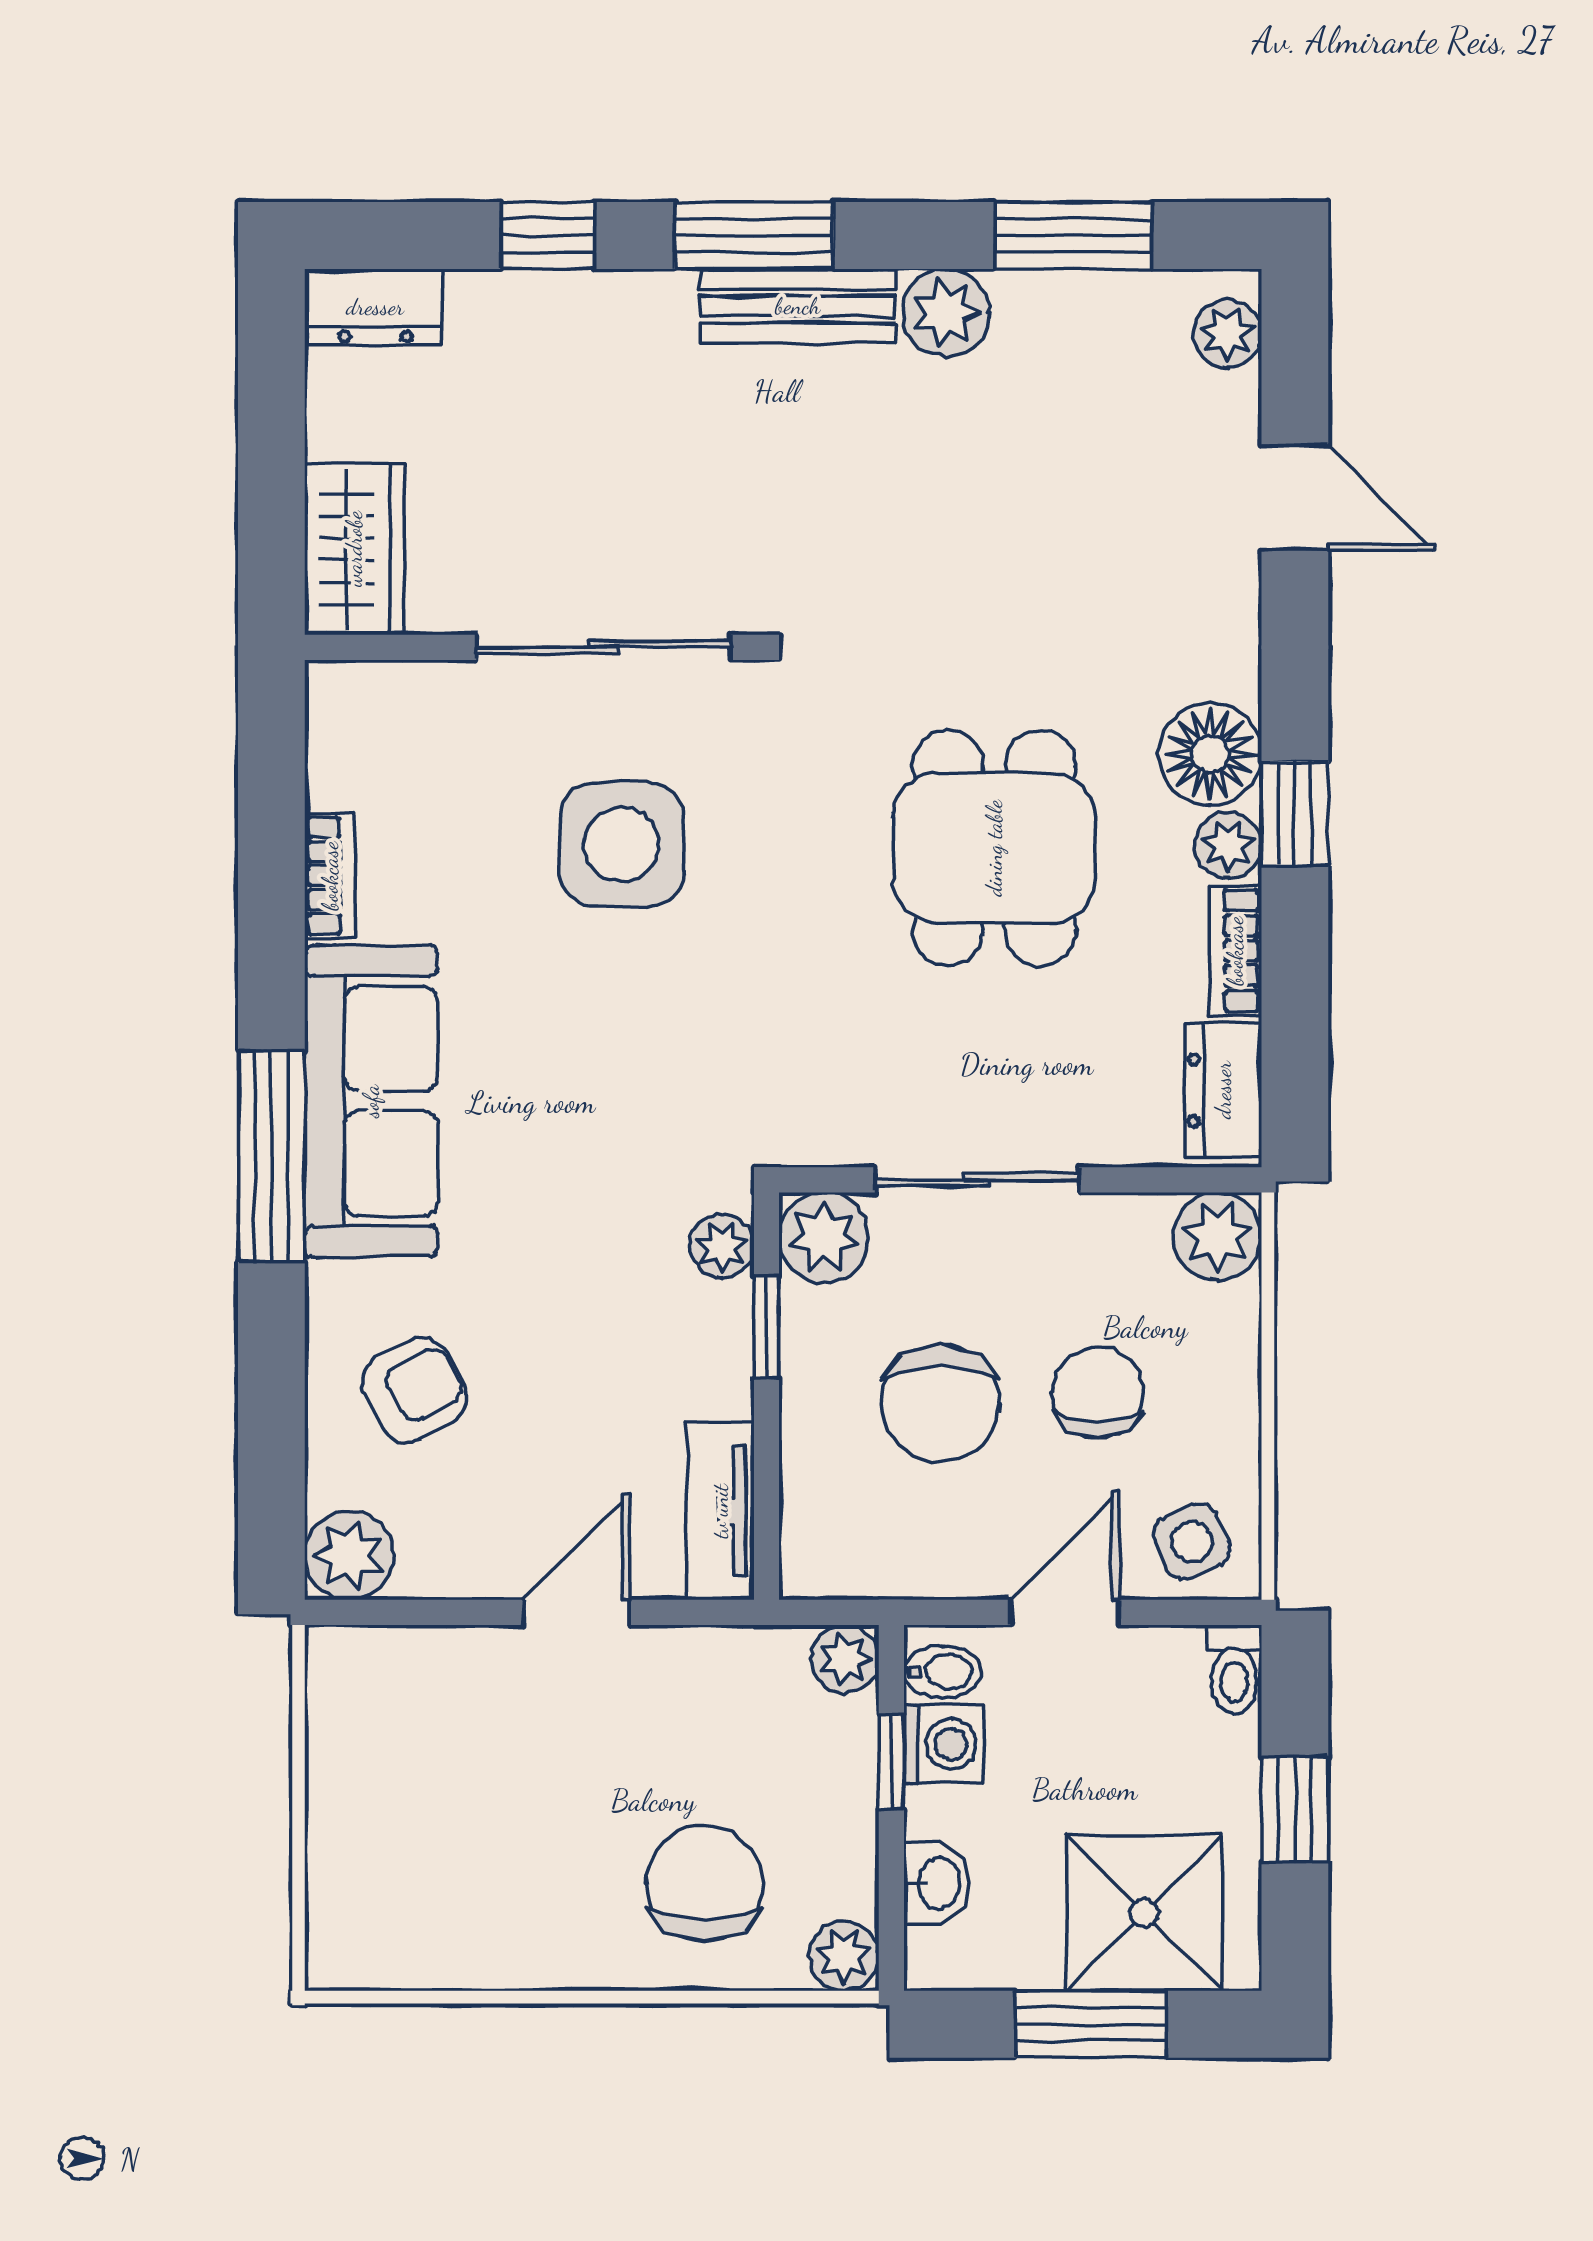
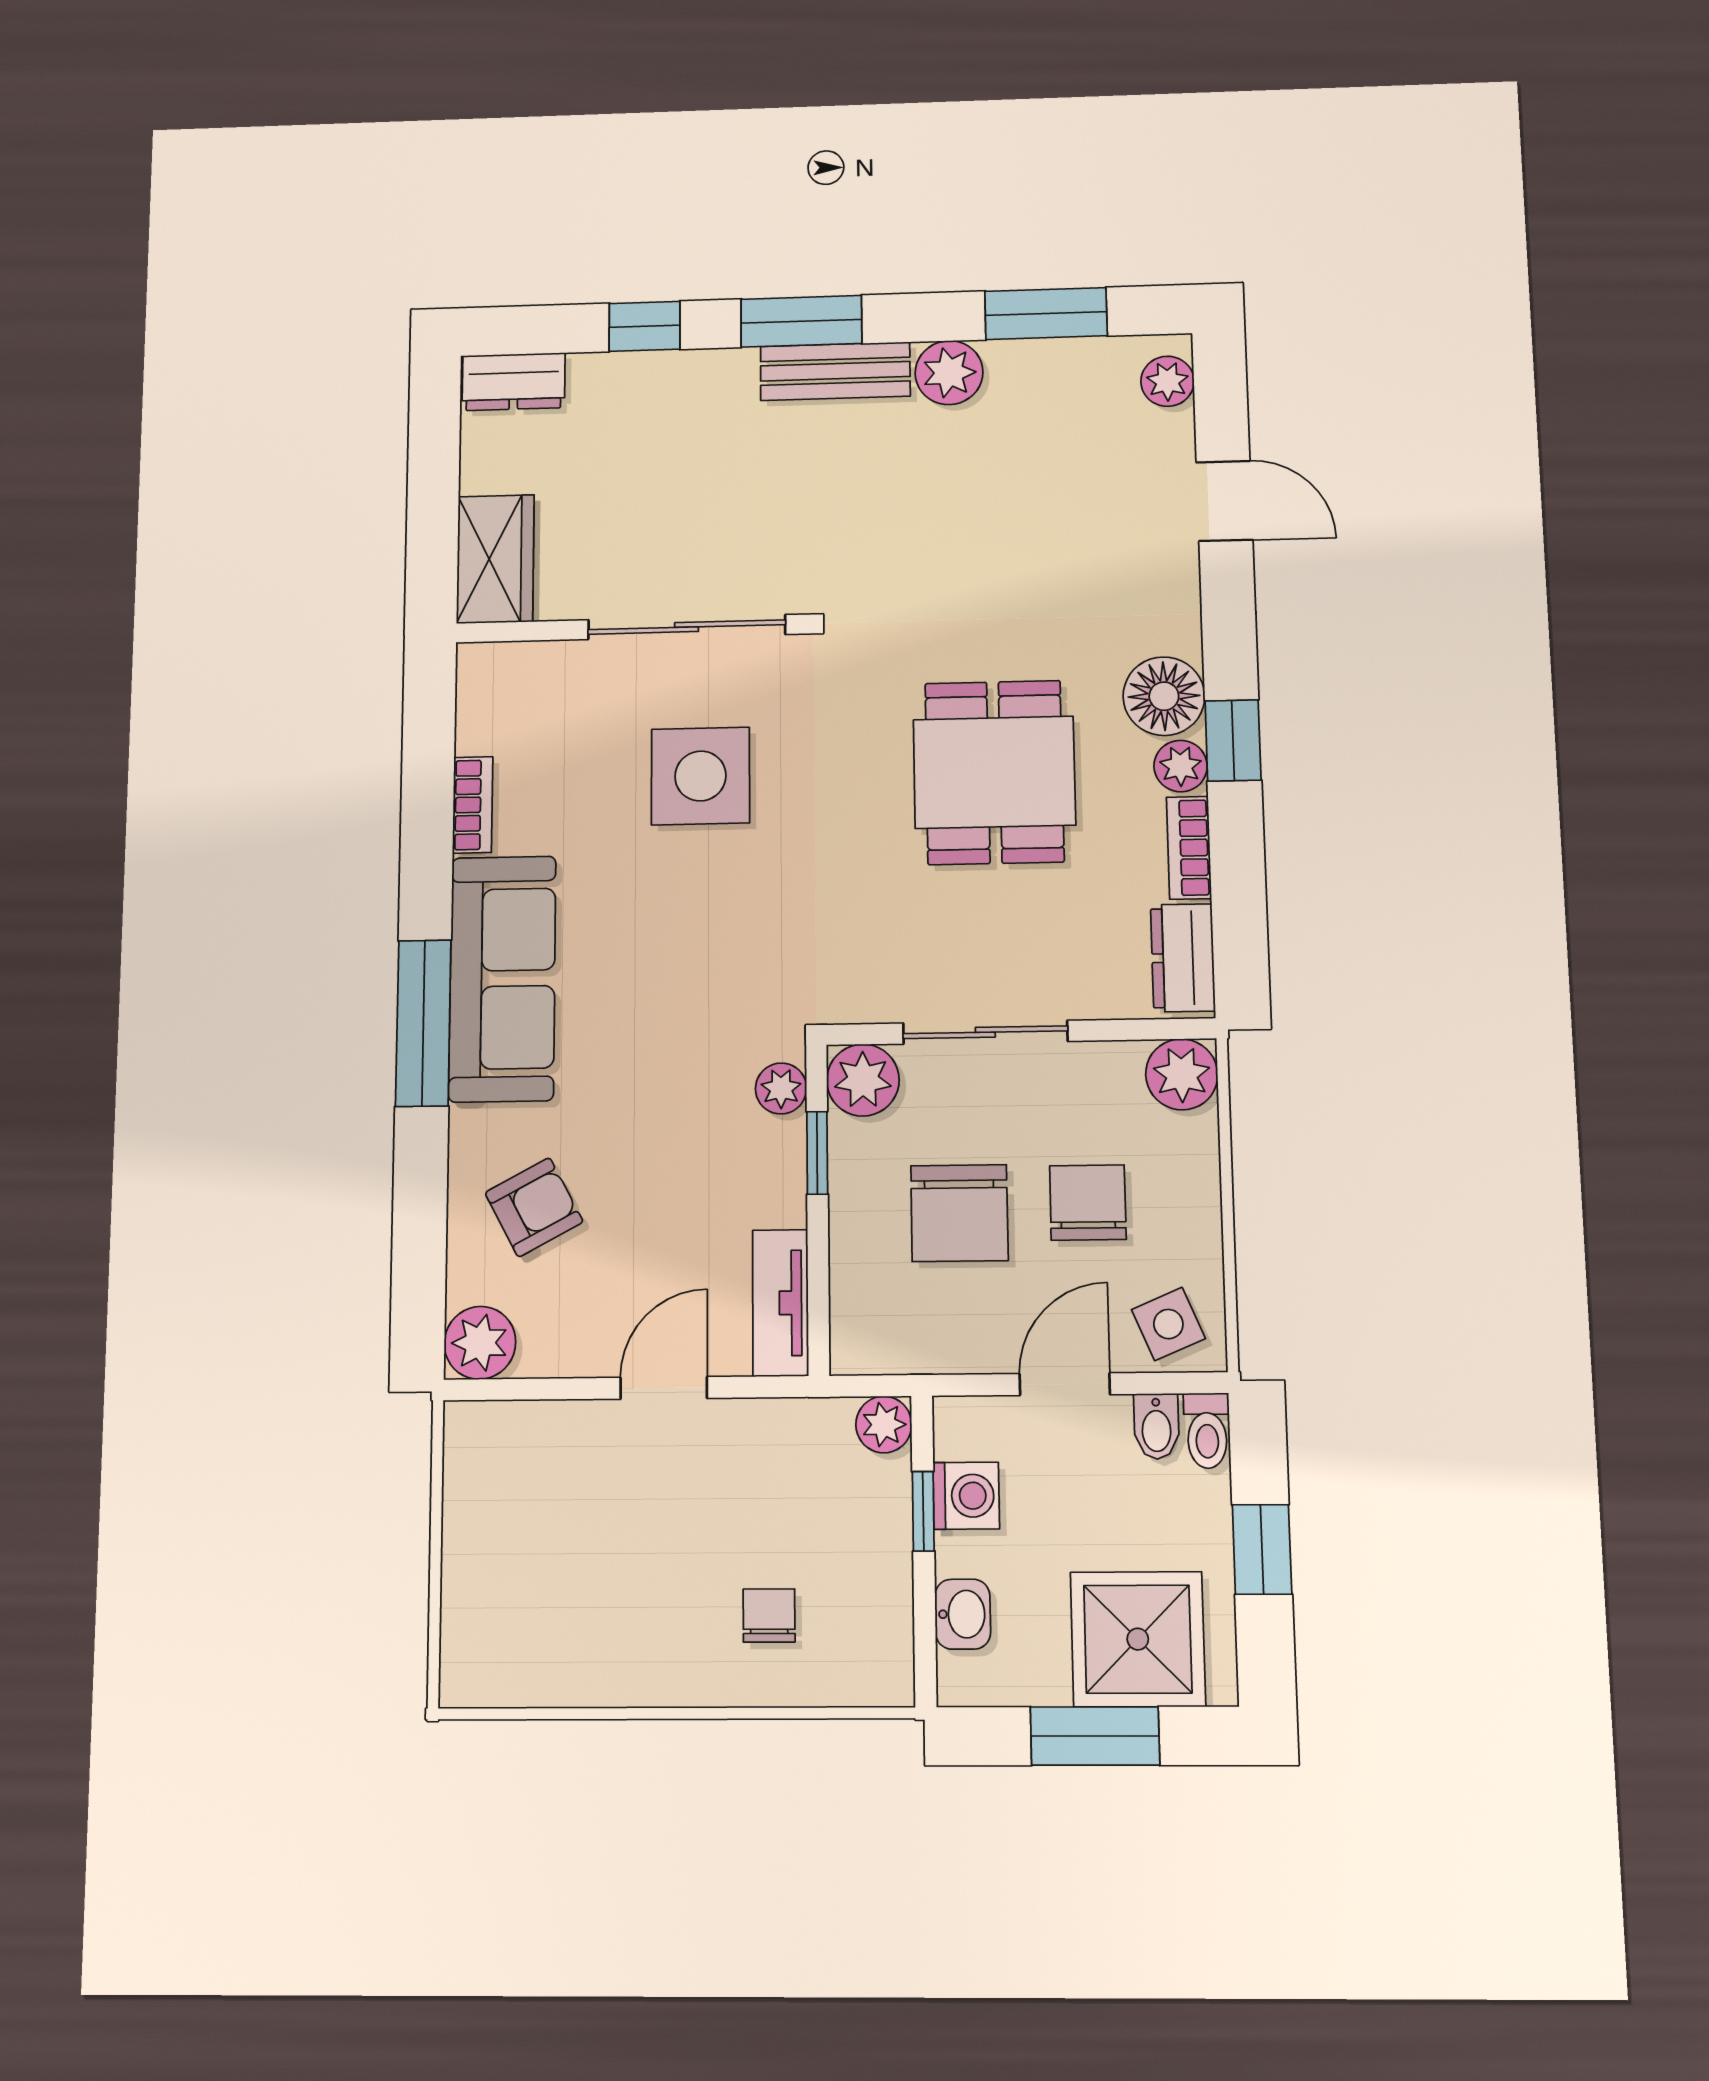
bidet: (943, 1672) -> (1156, 1426), moved, turned 90
chair: (704, 1884) -> (769, 1616), width x0.54, depth x0.54
plant: (844, 1956) -> (886, 1677), removed

